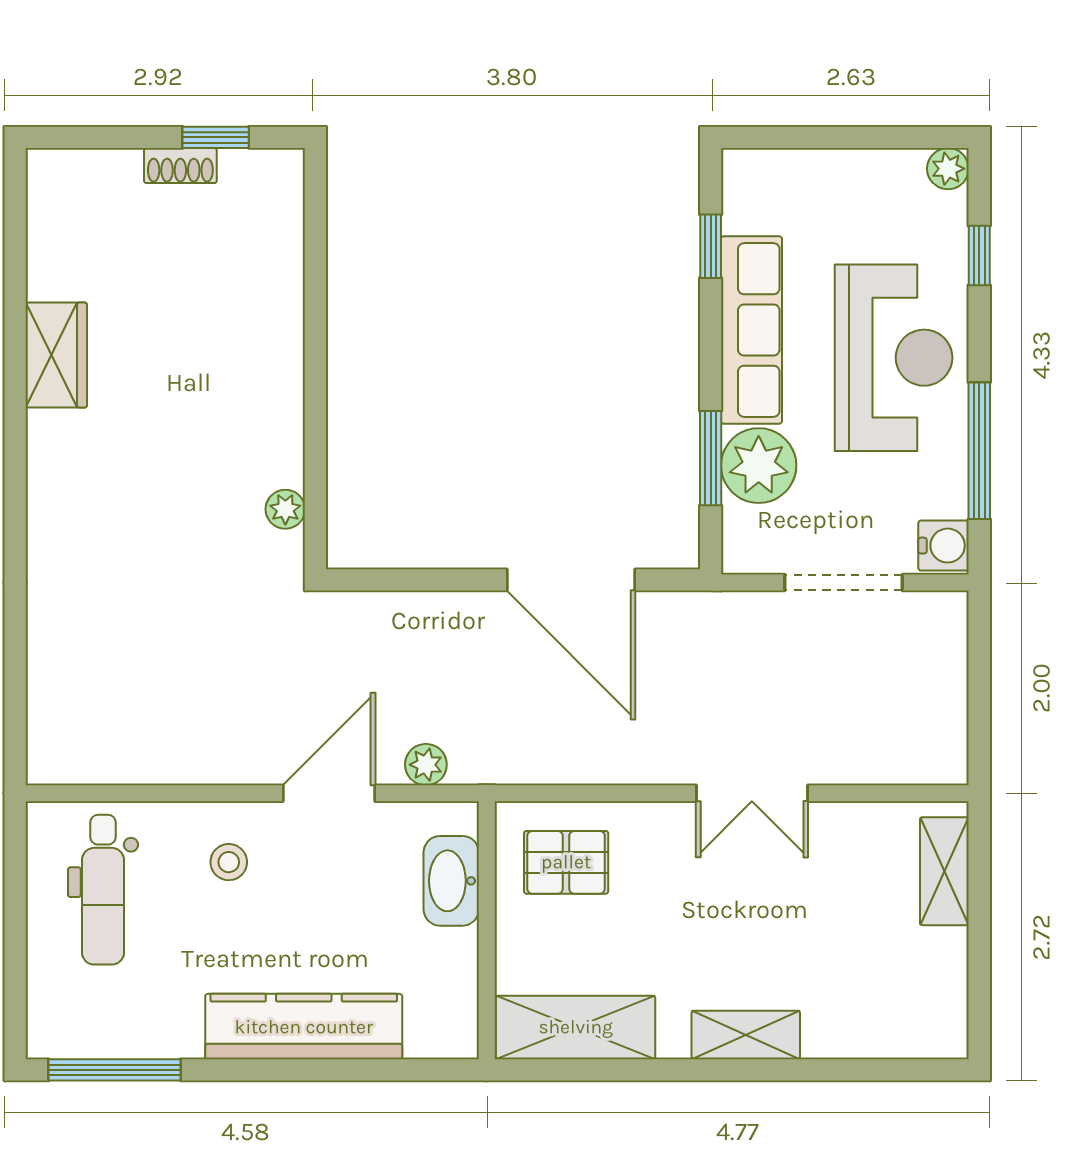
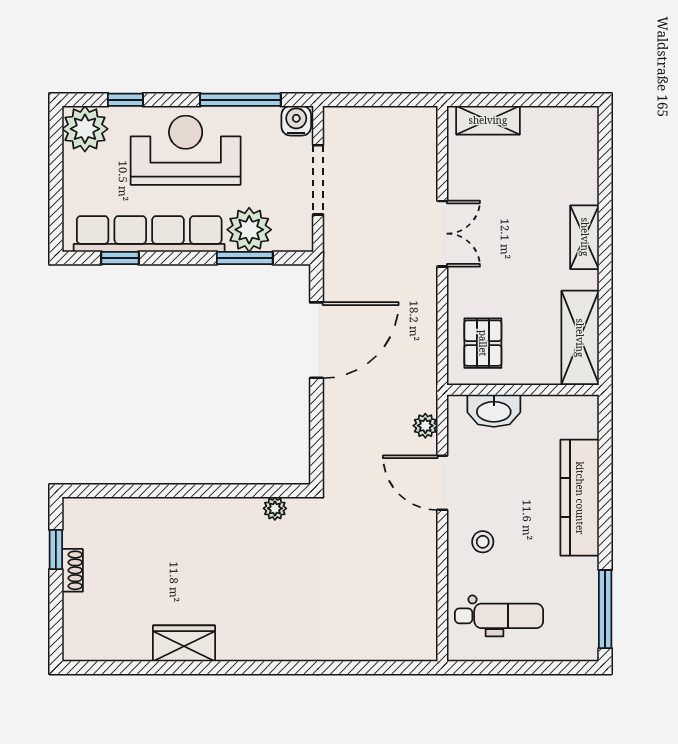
plant: (948, 169) -> (85, 129), width x1.88, depth x1.88
row of seats: (751, 330) -> (149, 234), width x1.36

